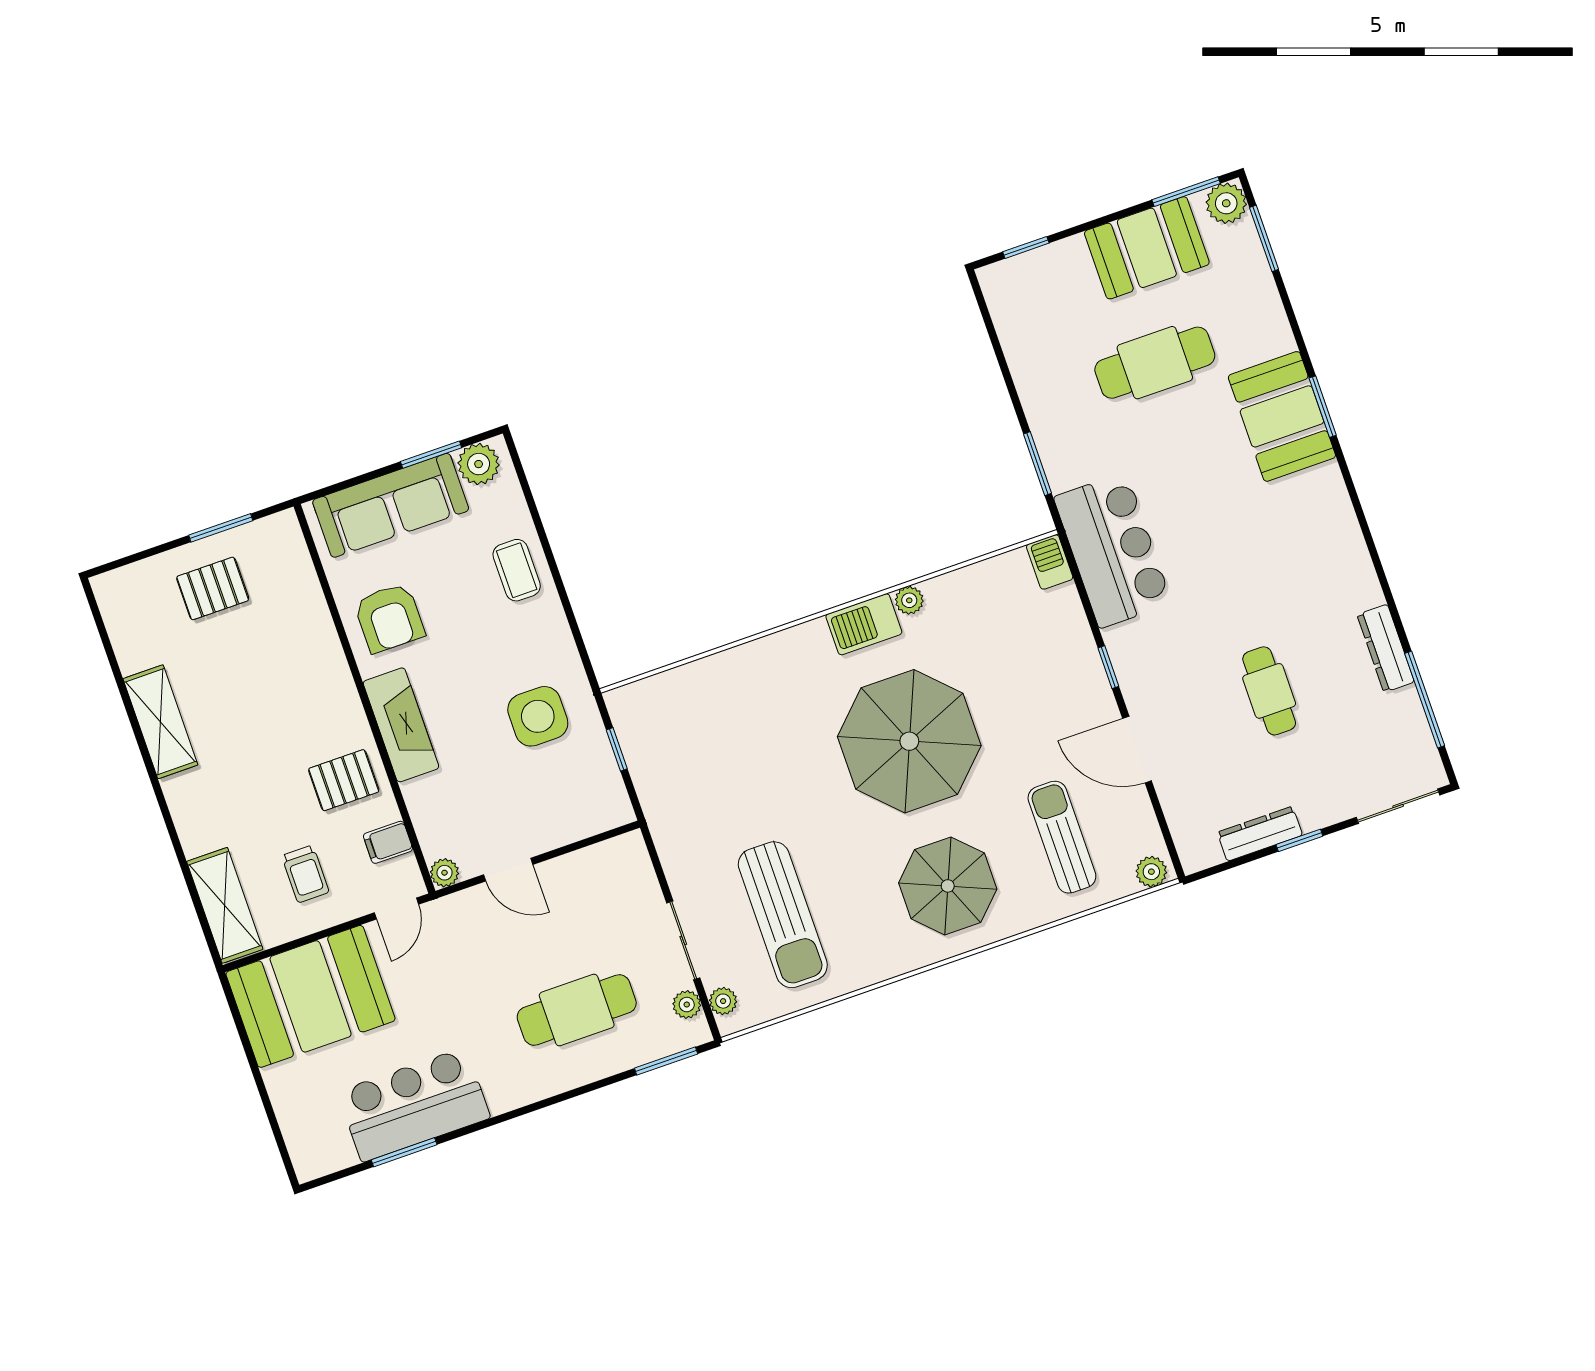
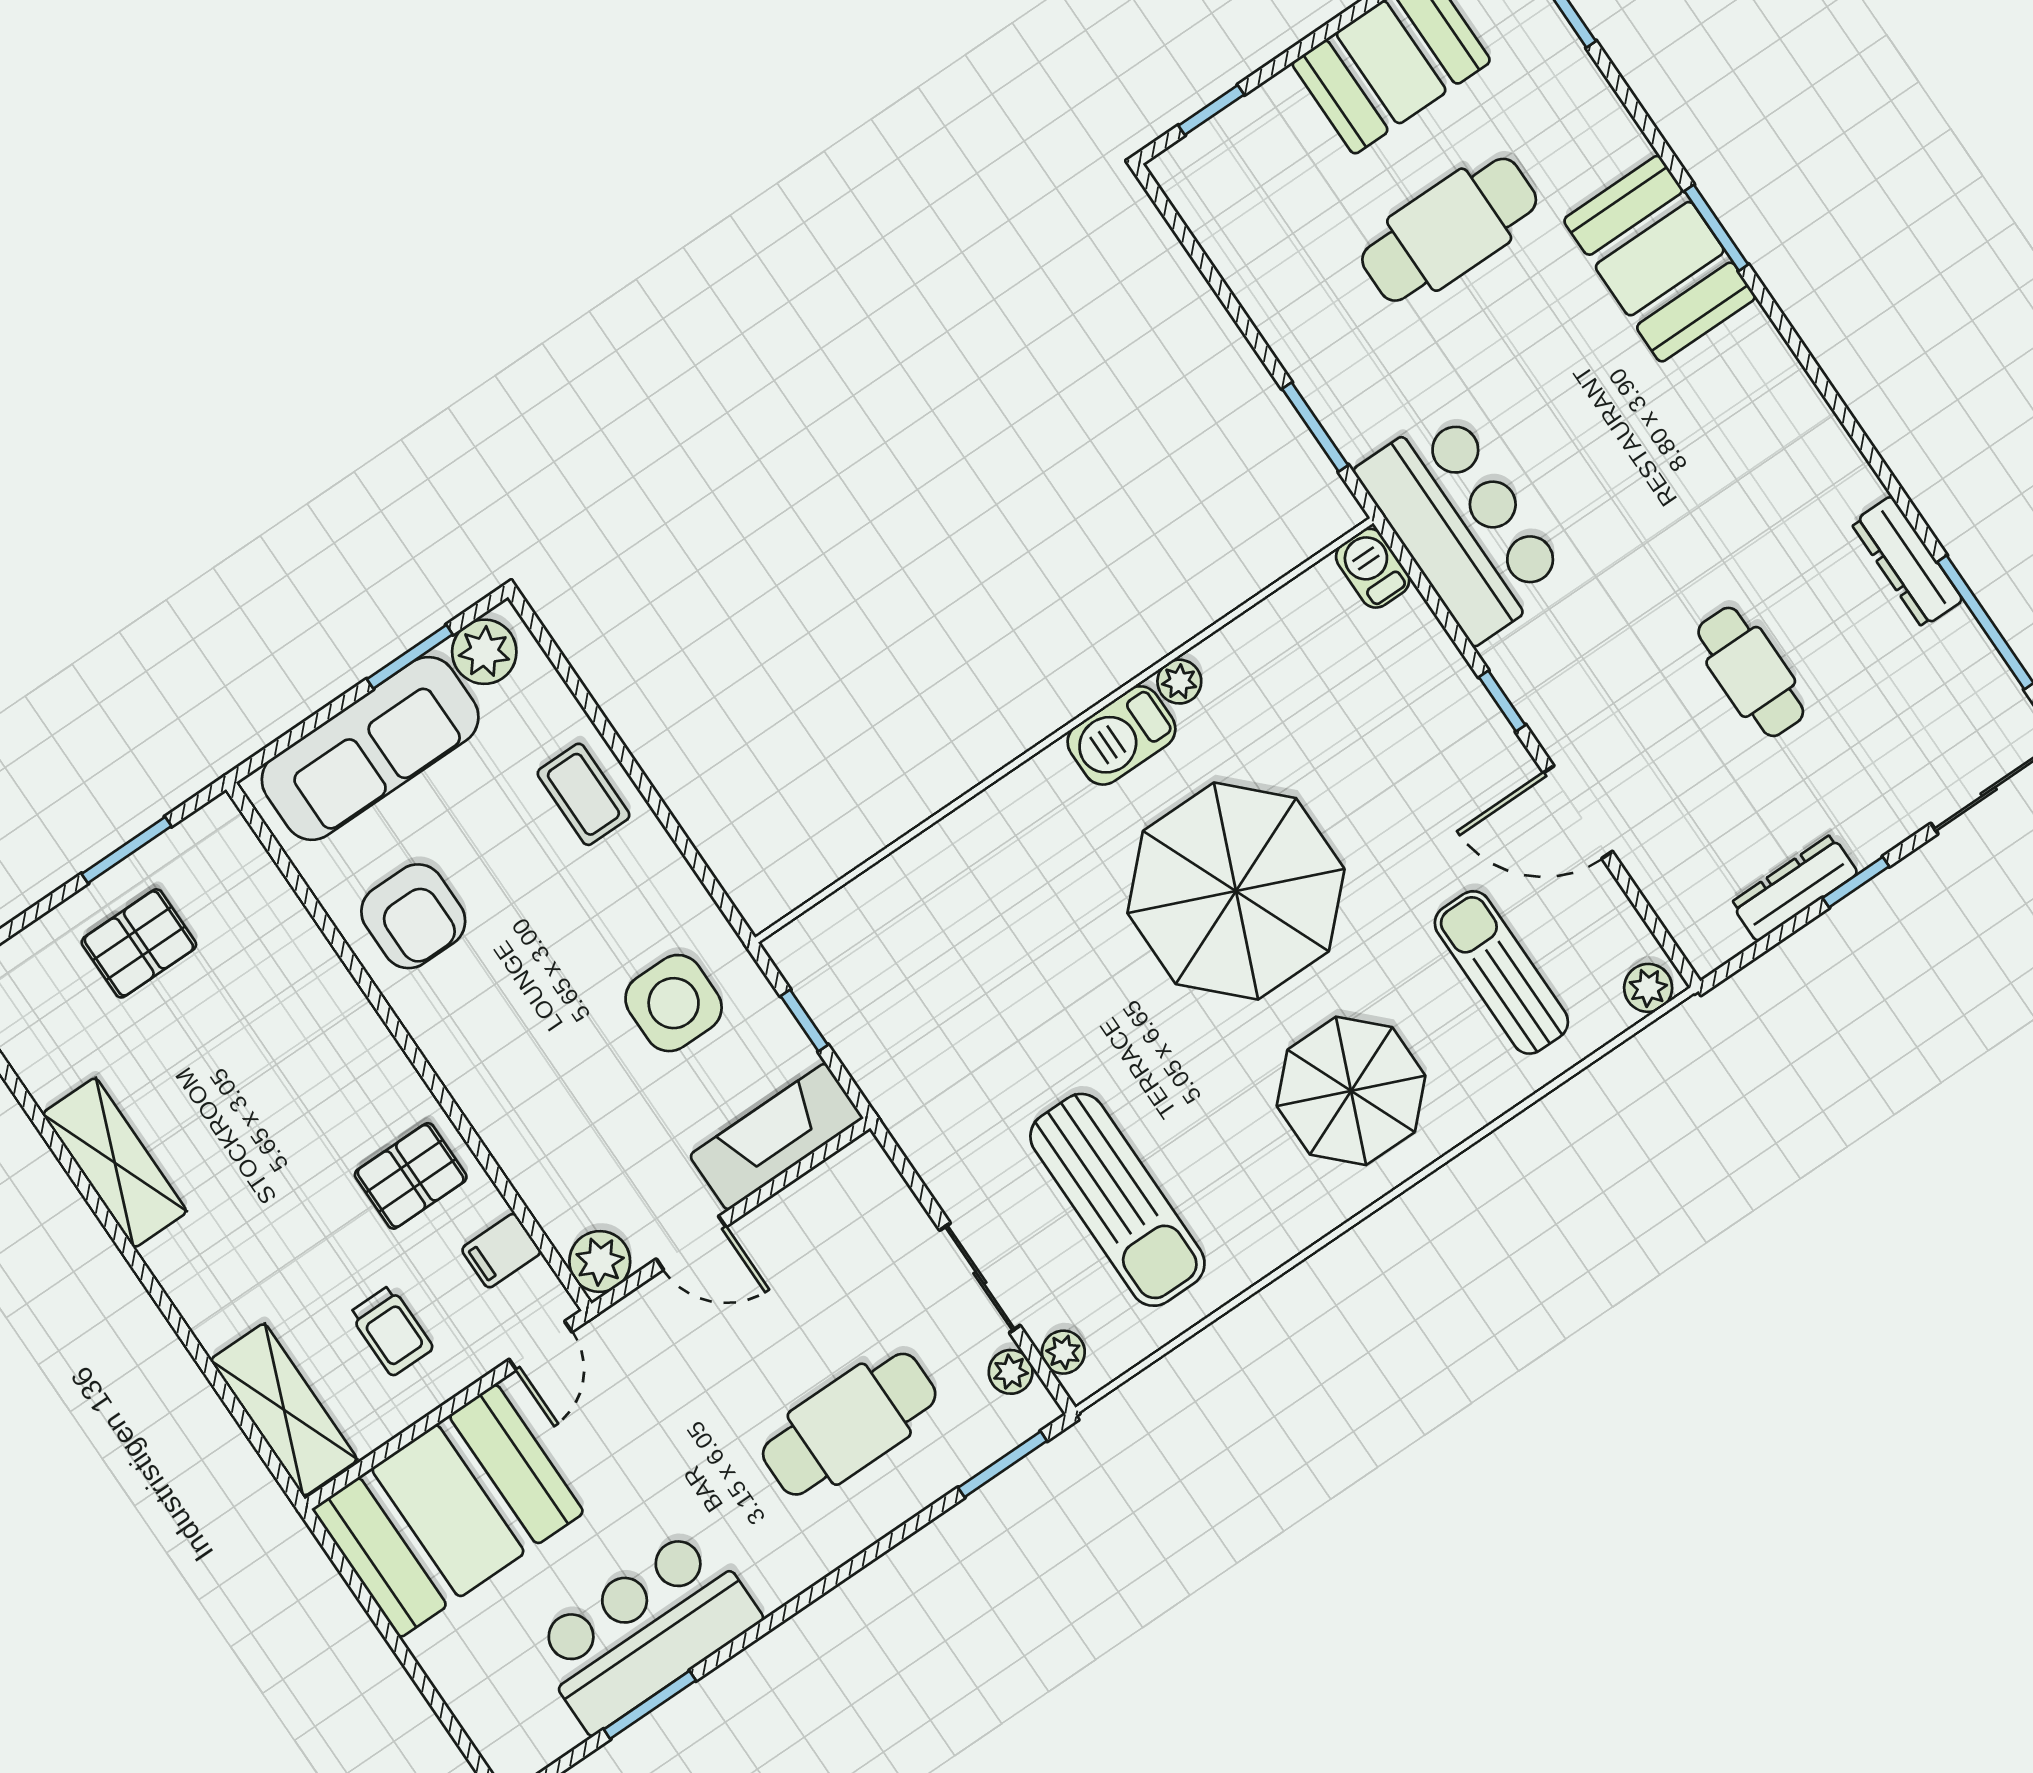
fireplace: (401, 725) -> (776, 1137), moved, turned -90
plant: (445, 873) -> (600, 1262), width x1.38, depth x1.38

